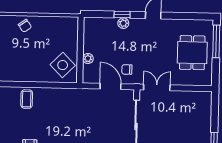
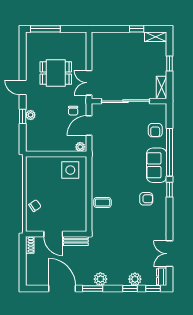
dining table: (192, 53) -> (56, 73), moved
plant: (88, 58) -> (80, 147), moved
side table: (63, 65) -> (70, 170), turned 45

